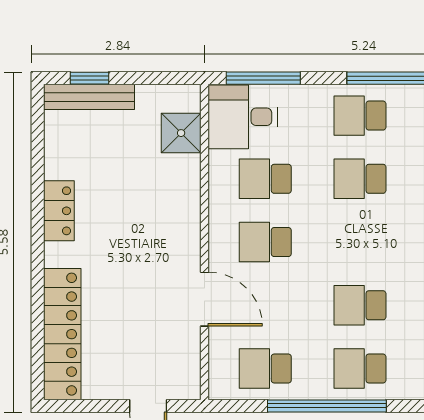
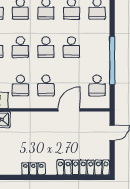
school desk: (360, 368) -> (46, 47), moved

